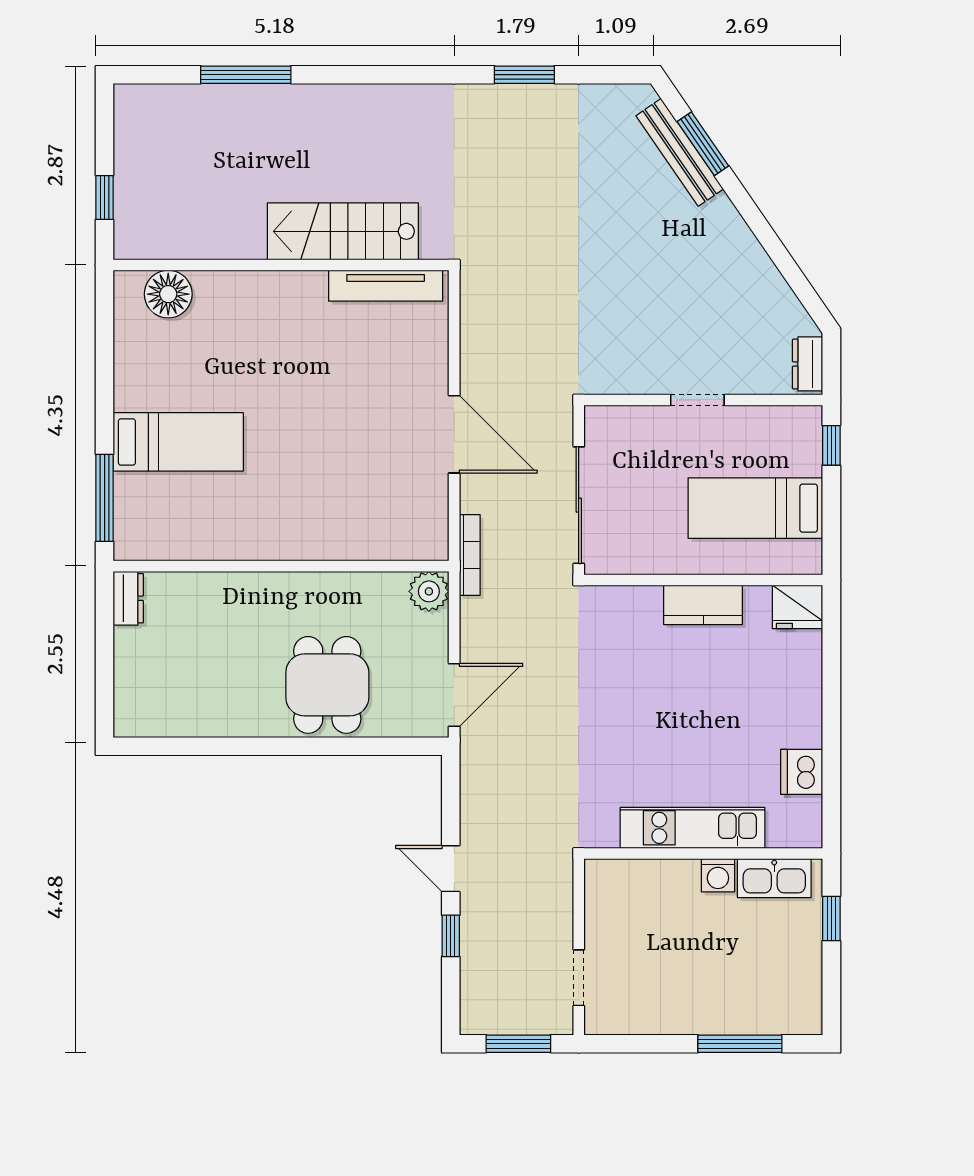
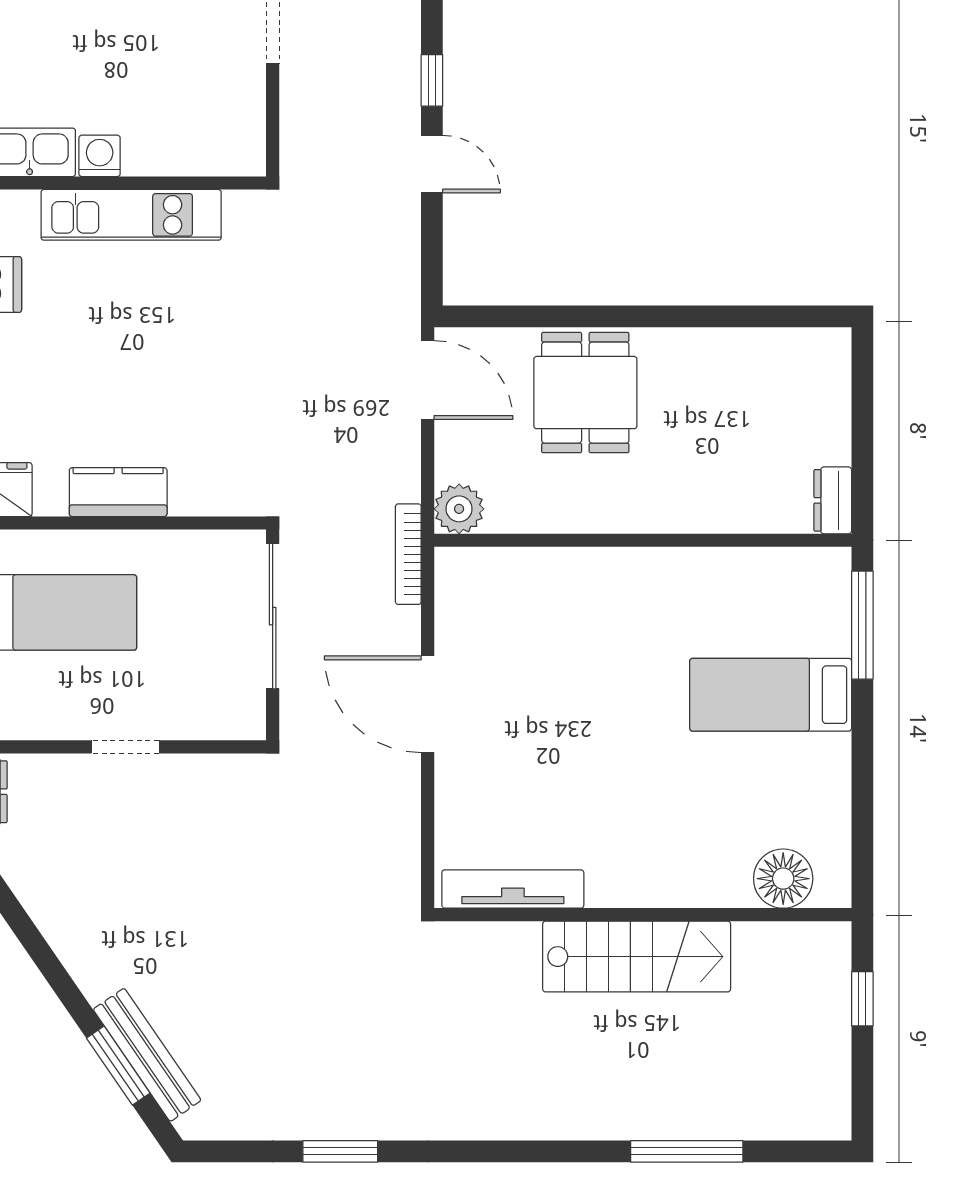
stairs: (343, 231) -> (637, 957), moved
door: (454, 695) -> (428, 380), swing flipped

